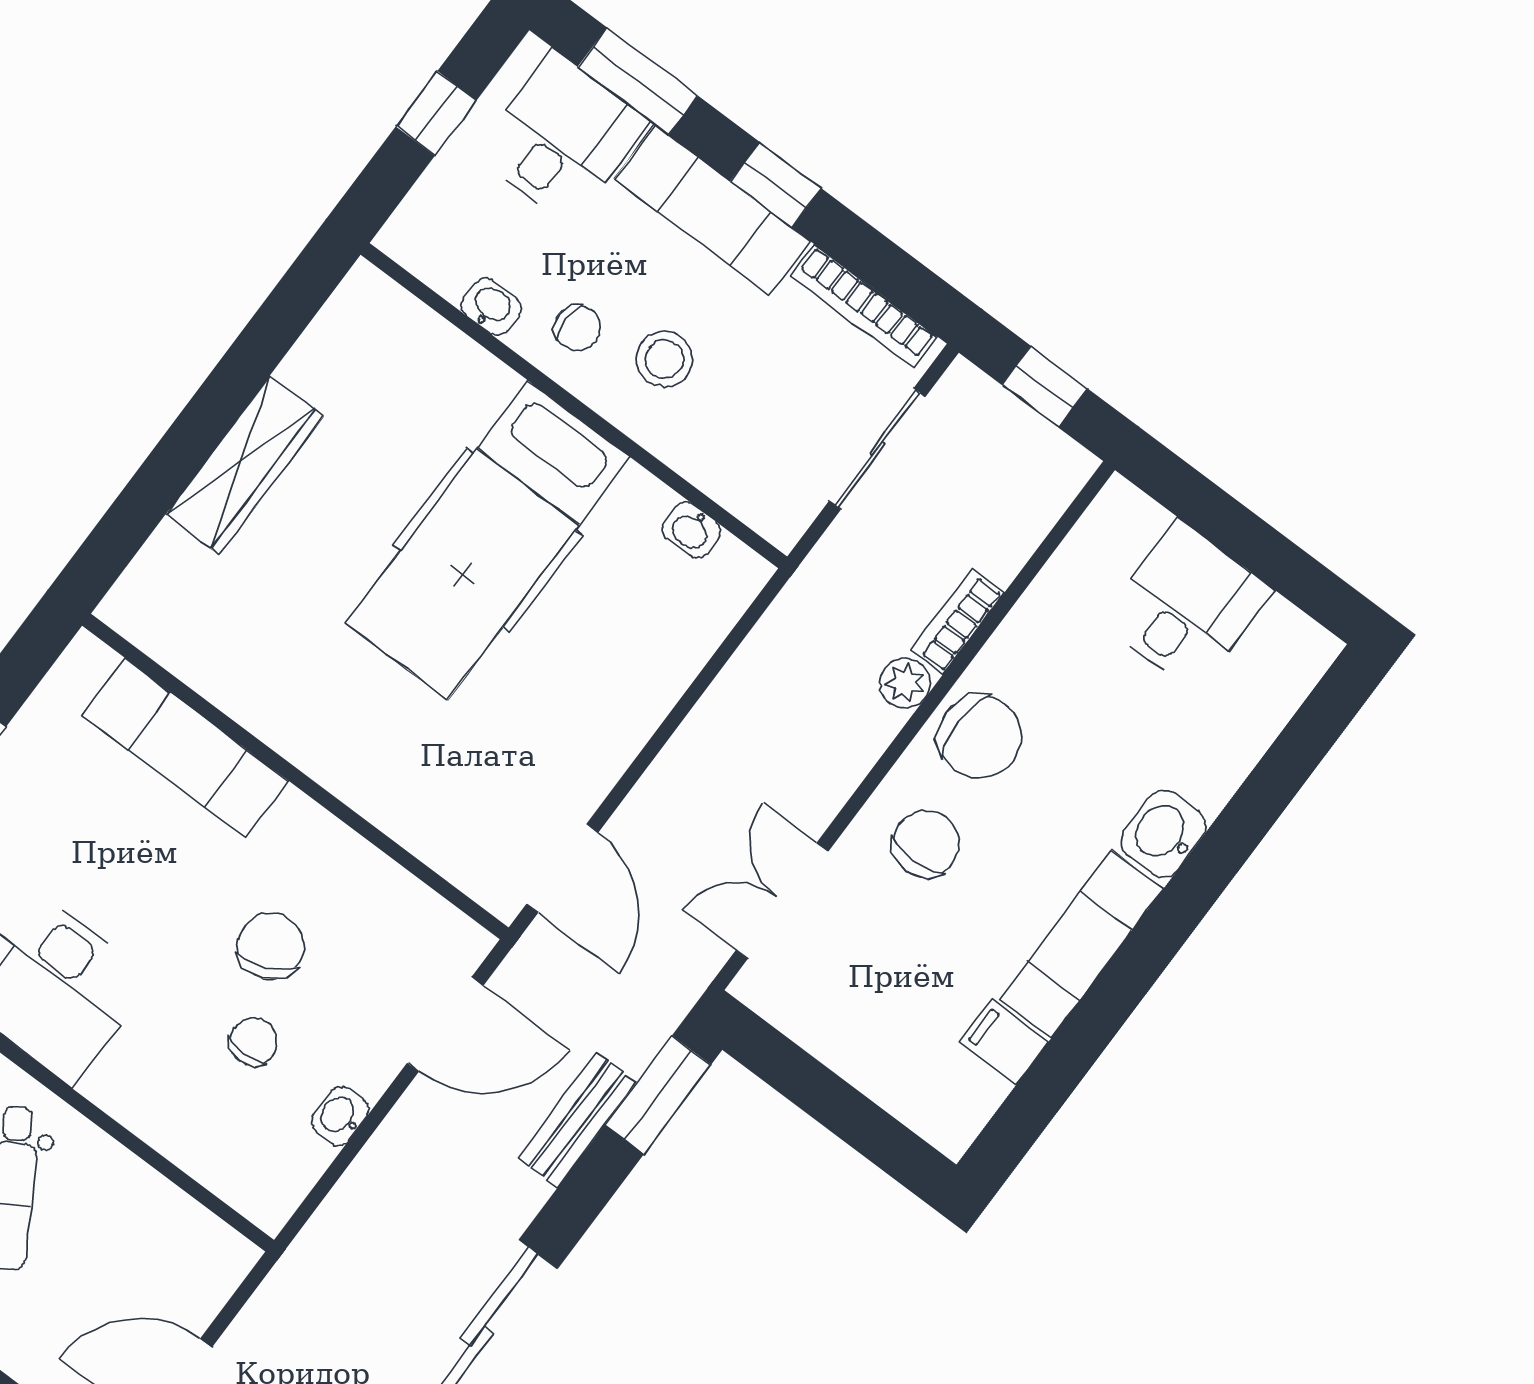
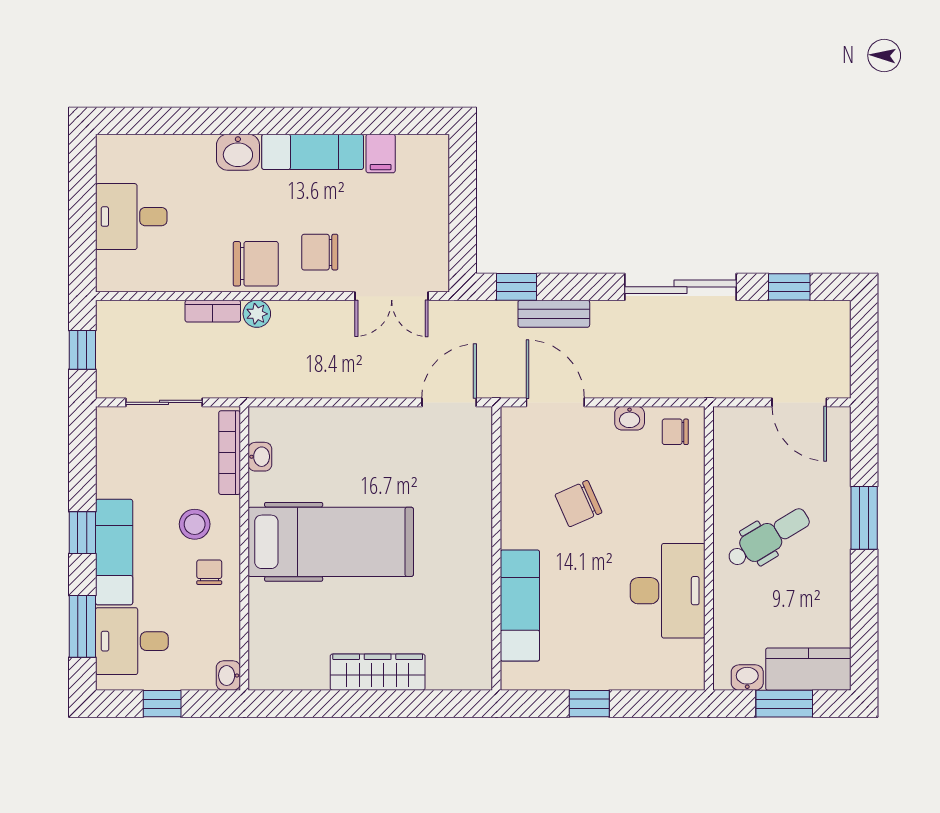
bookcase: (864, 306) -> (230, 453), moved, turned 180
washbasin: (491, 307) -> (228, 676), moved
chair: (980, 737) -> (256, 264), turned 90
chair: (253, 1042) -> (675, 432), moved
window: (658, 1095) -> (517, 287), width x0.67

